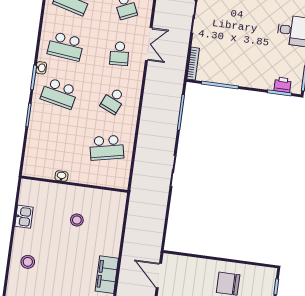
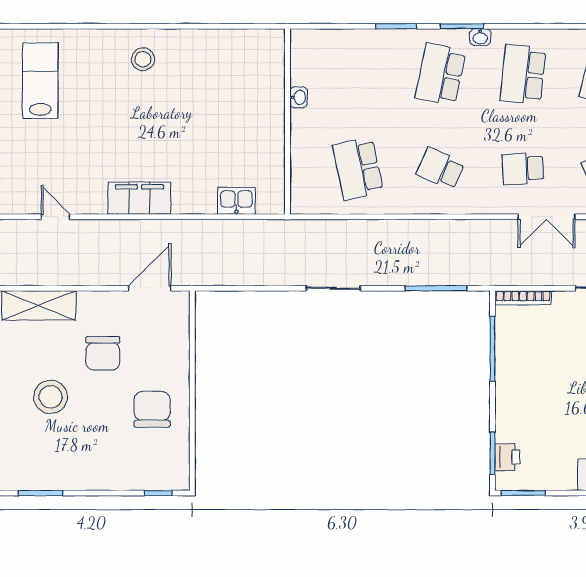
kitchen sink: (24, 217) -> (236, 201), moved, turned 180
stool: (77, 220) -> (226, 134), removed

